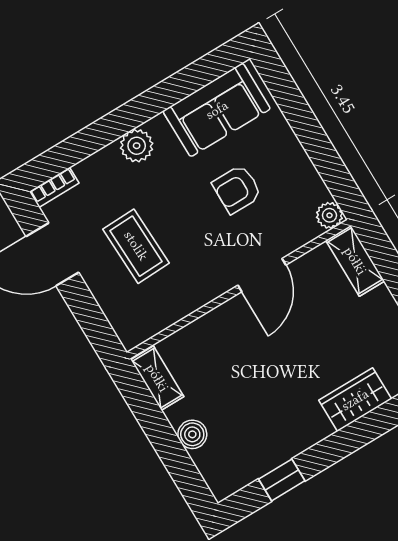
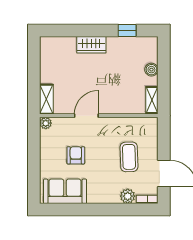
plant: (137, 146) -> (128, 196), moved
armchair: (237, 189) -> (76, 155), turned -90
wardrobe: (355, 400) -> (91, 45), moved

